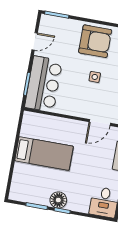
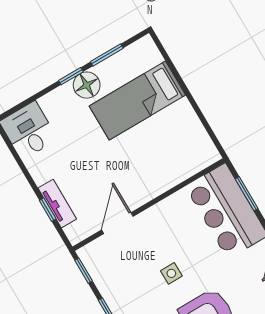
bed: (44, 153) -> (137, 100), moved

